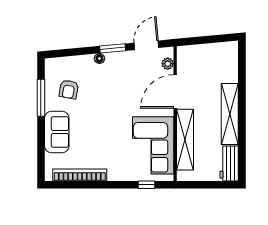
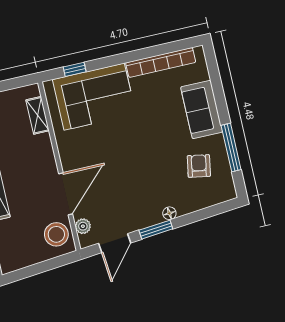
stool: (189, 62) -> (56, 234), added
shelving: (185, 140) -> (38, 115), width x0.45, depth x0.75
corner sofa: (153, 145) -> (94, 97), moved, turned 90

